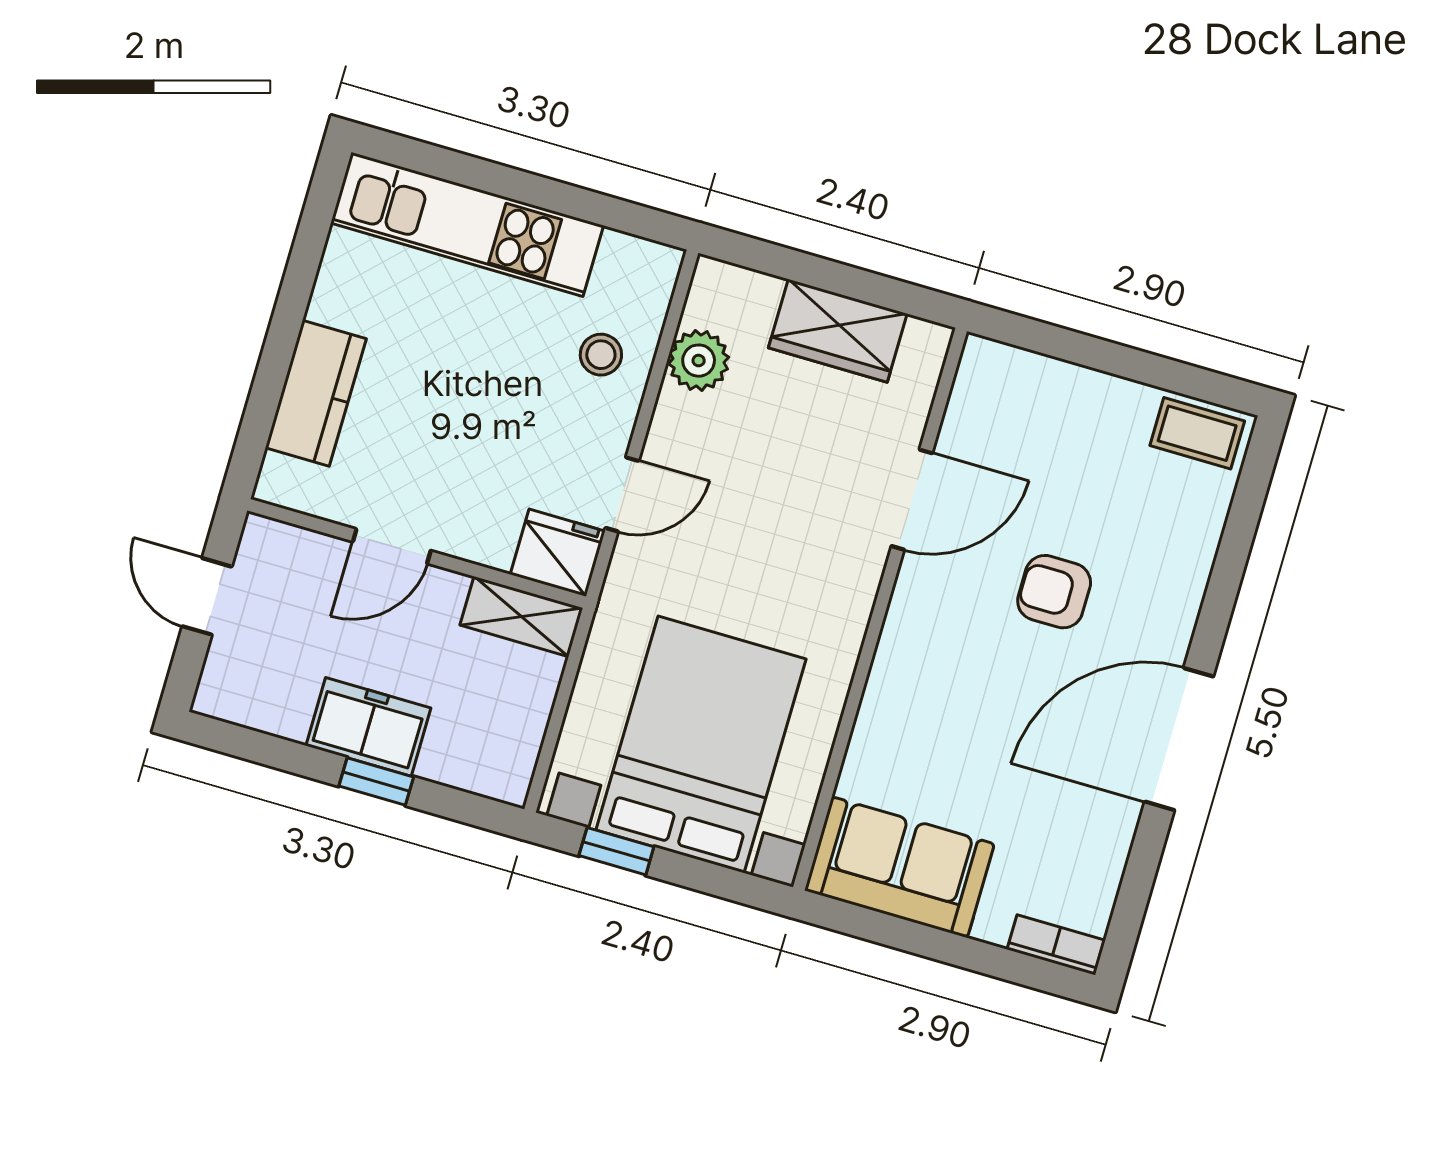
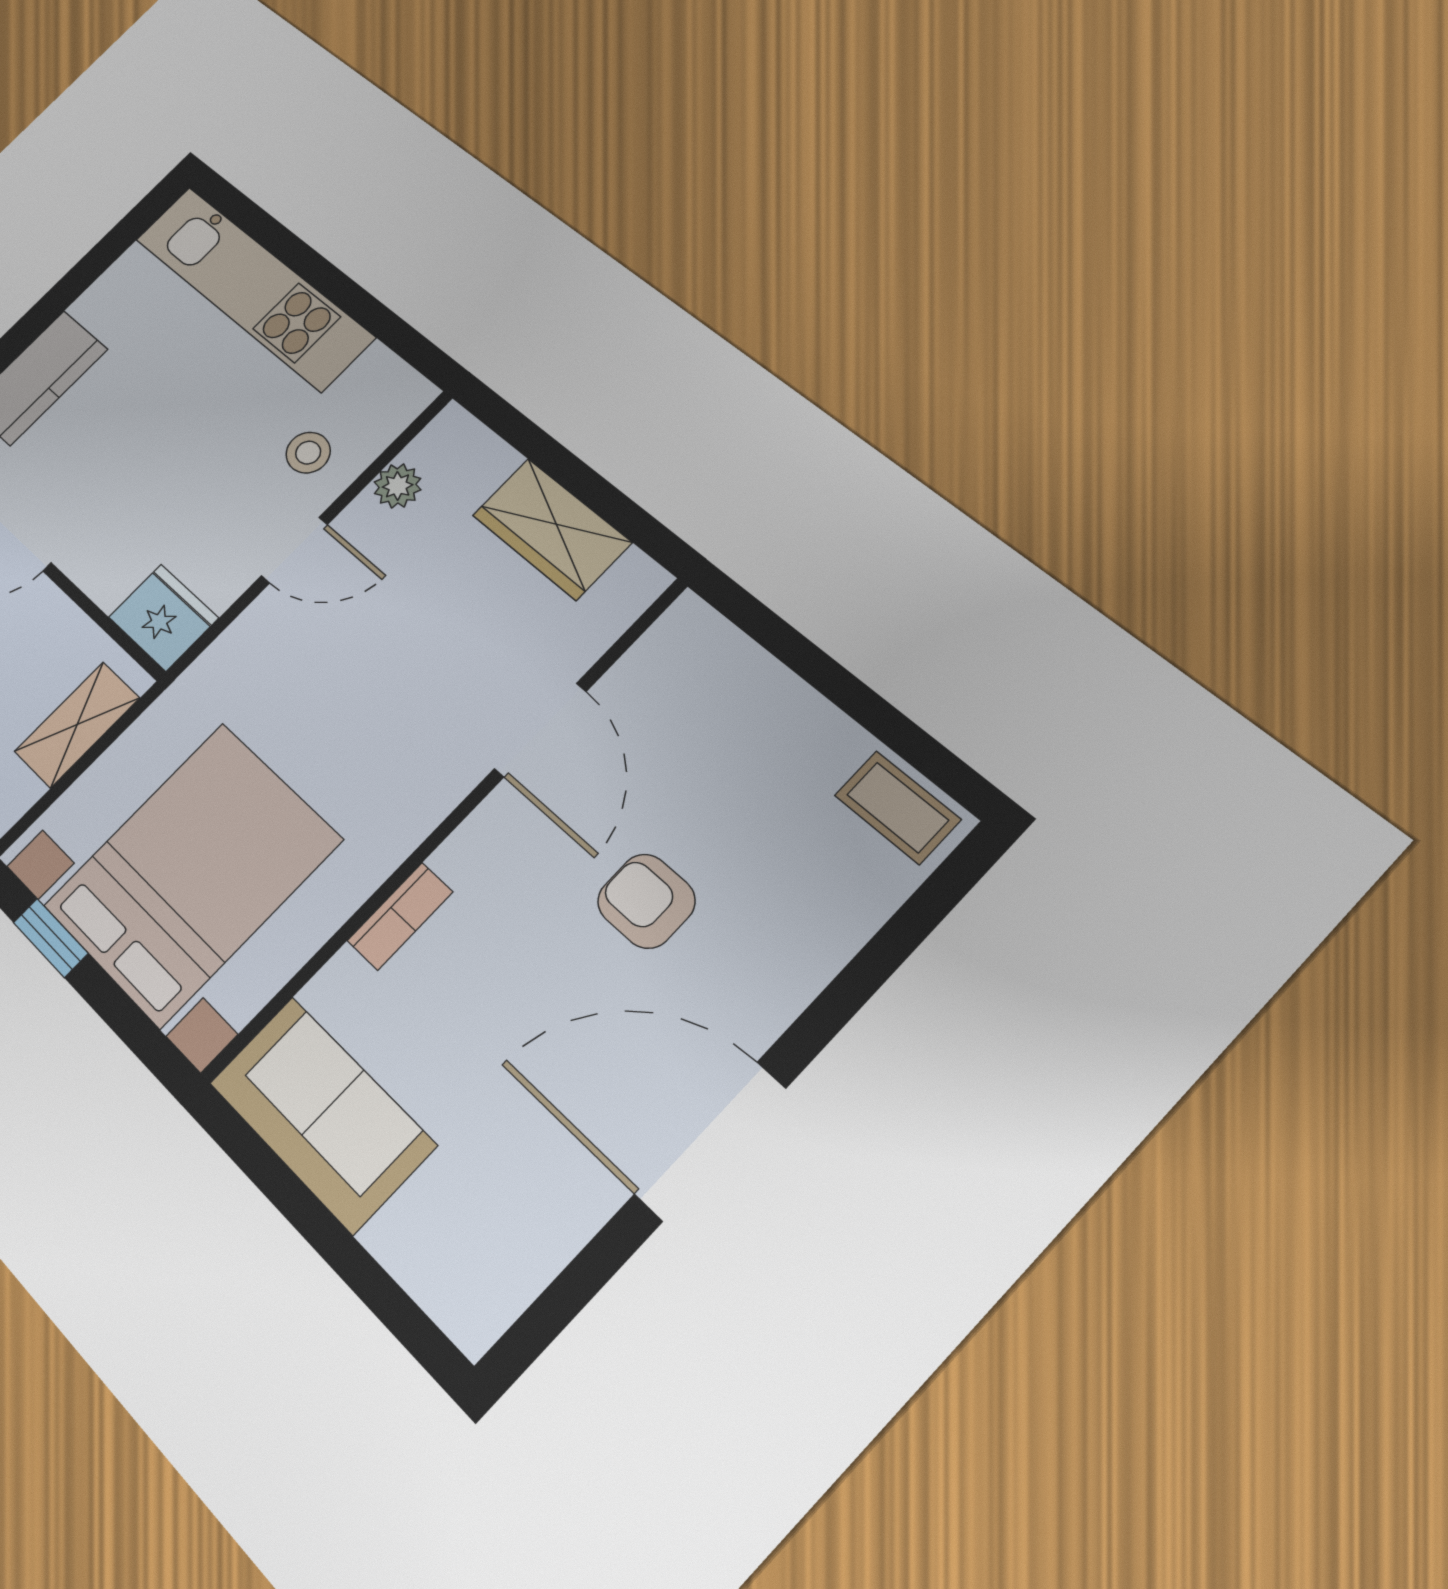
plant: (699, 361) -> (398, 486), width x0.73, depth x0.73
door: (622, 494) -> (294, 550), moved
door: (912, 500) -> (540, 730), hinge flipped
shelving: (521, 617) -> (77, 725), moved, turned 90
bookcase: (1056, 945) -> (400, 916), moved, turned 90

